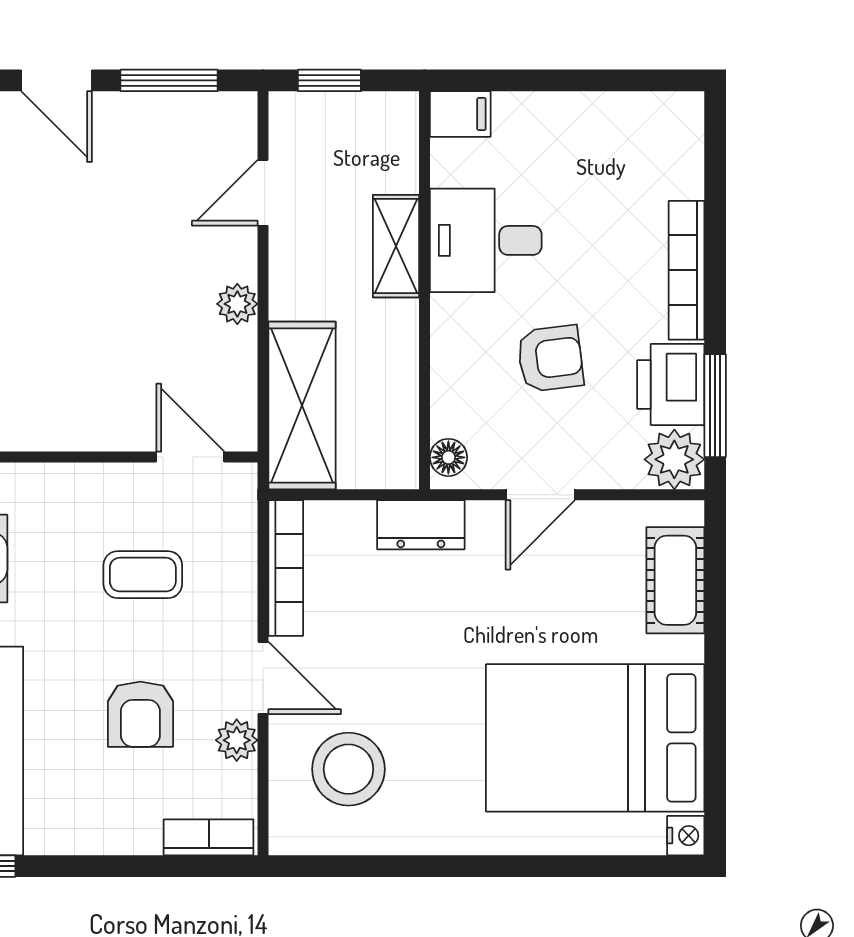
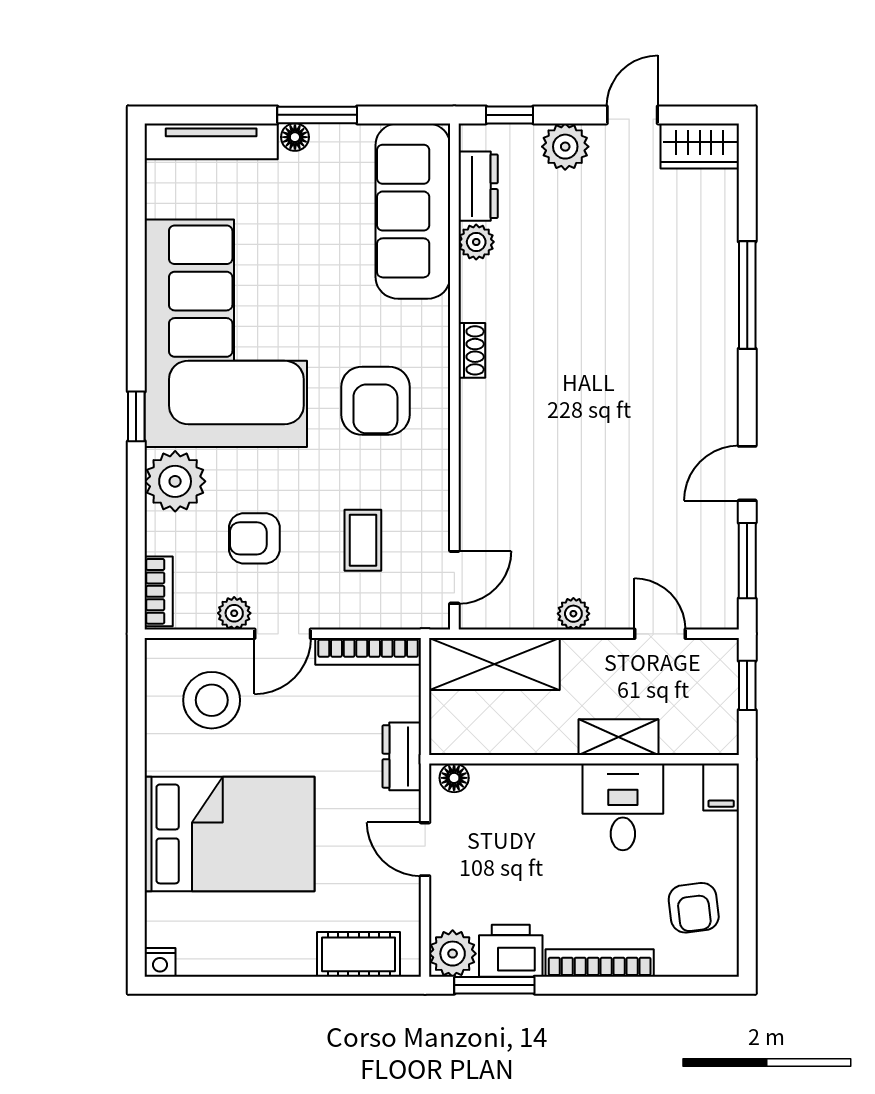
armchair: (550, 358) -> (694, 908), moved
bed: (595, 738) -> (230, 834), moved, turned 90
plant: (67, 816) -> (175, 481), added

